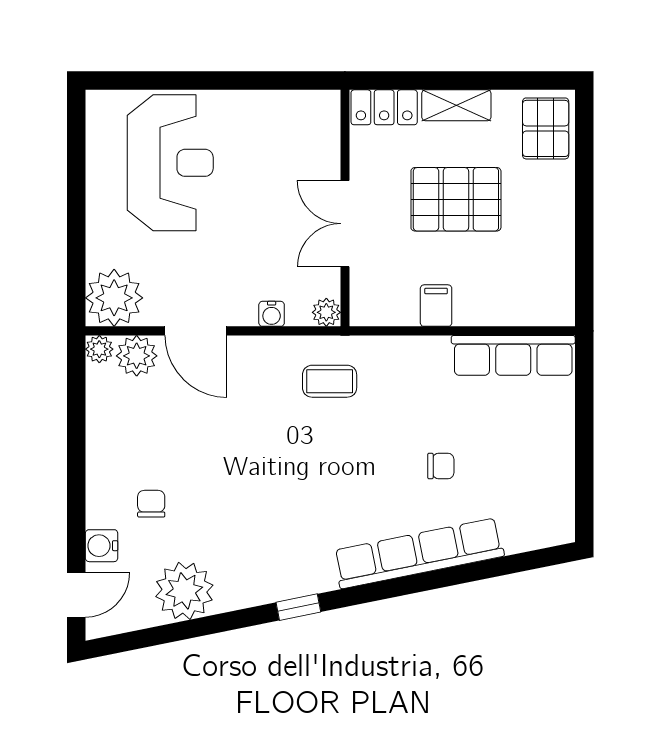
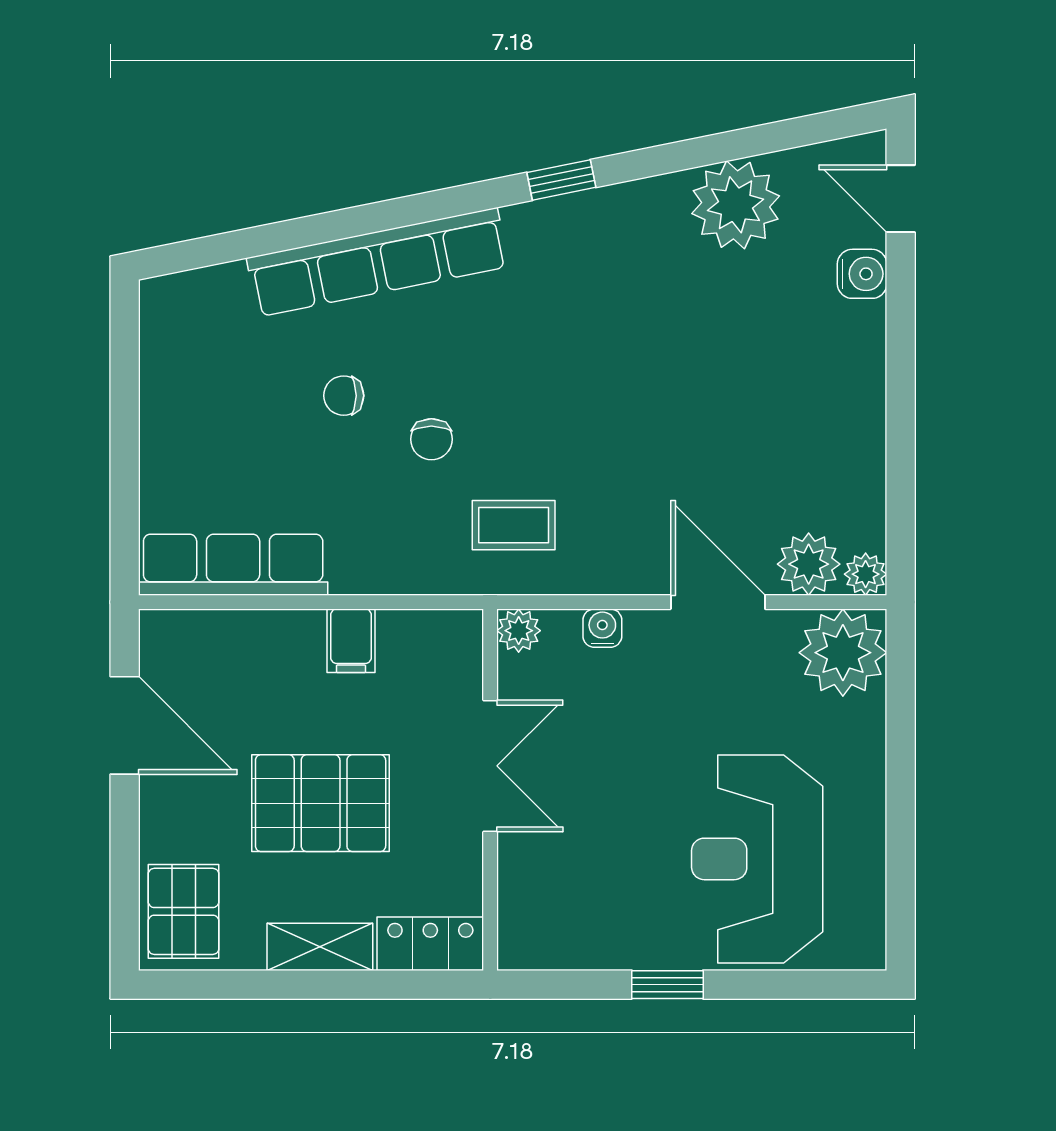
window: (229, 81) -> (667, 985), added
door: (584, 250) -> (125, 725), added
chair: (151, 504) -> (431, 439), moved
door: (76, 595) -> (901, 199), hinge flipped

